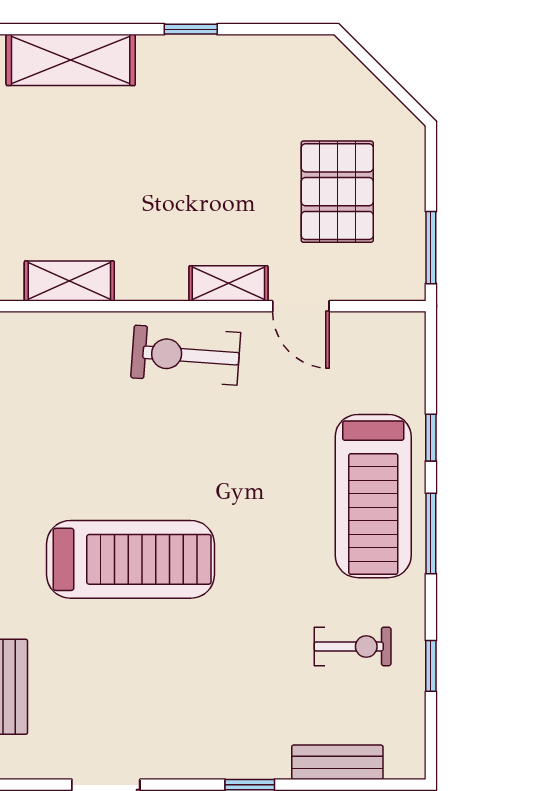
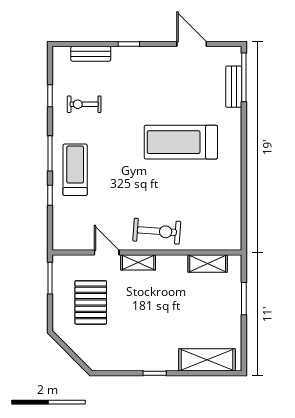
treadmill: (373, 496) -> (75, 170), width x0.73, depth x0.73

